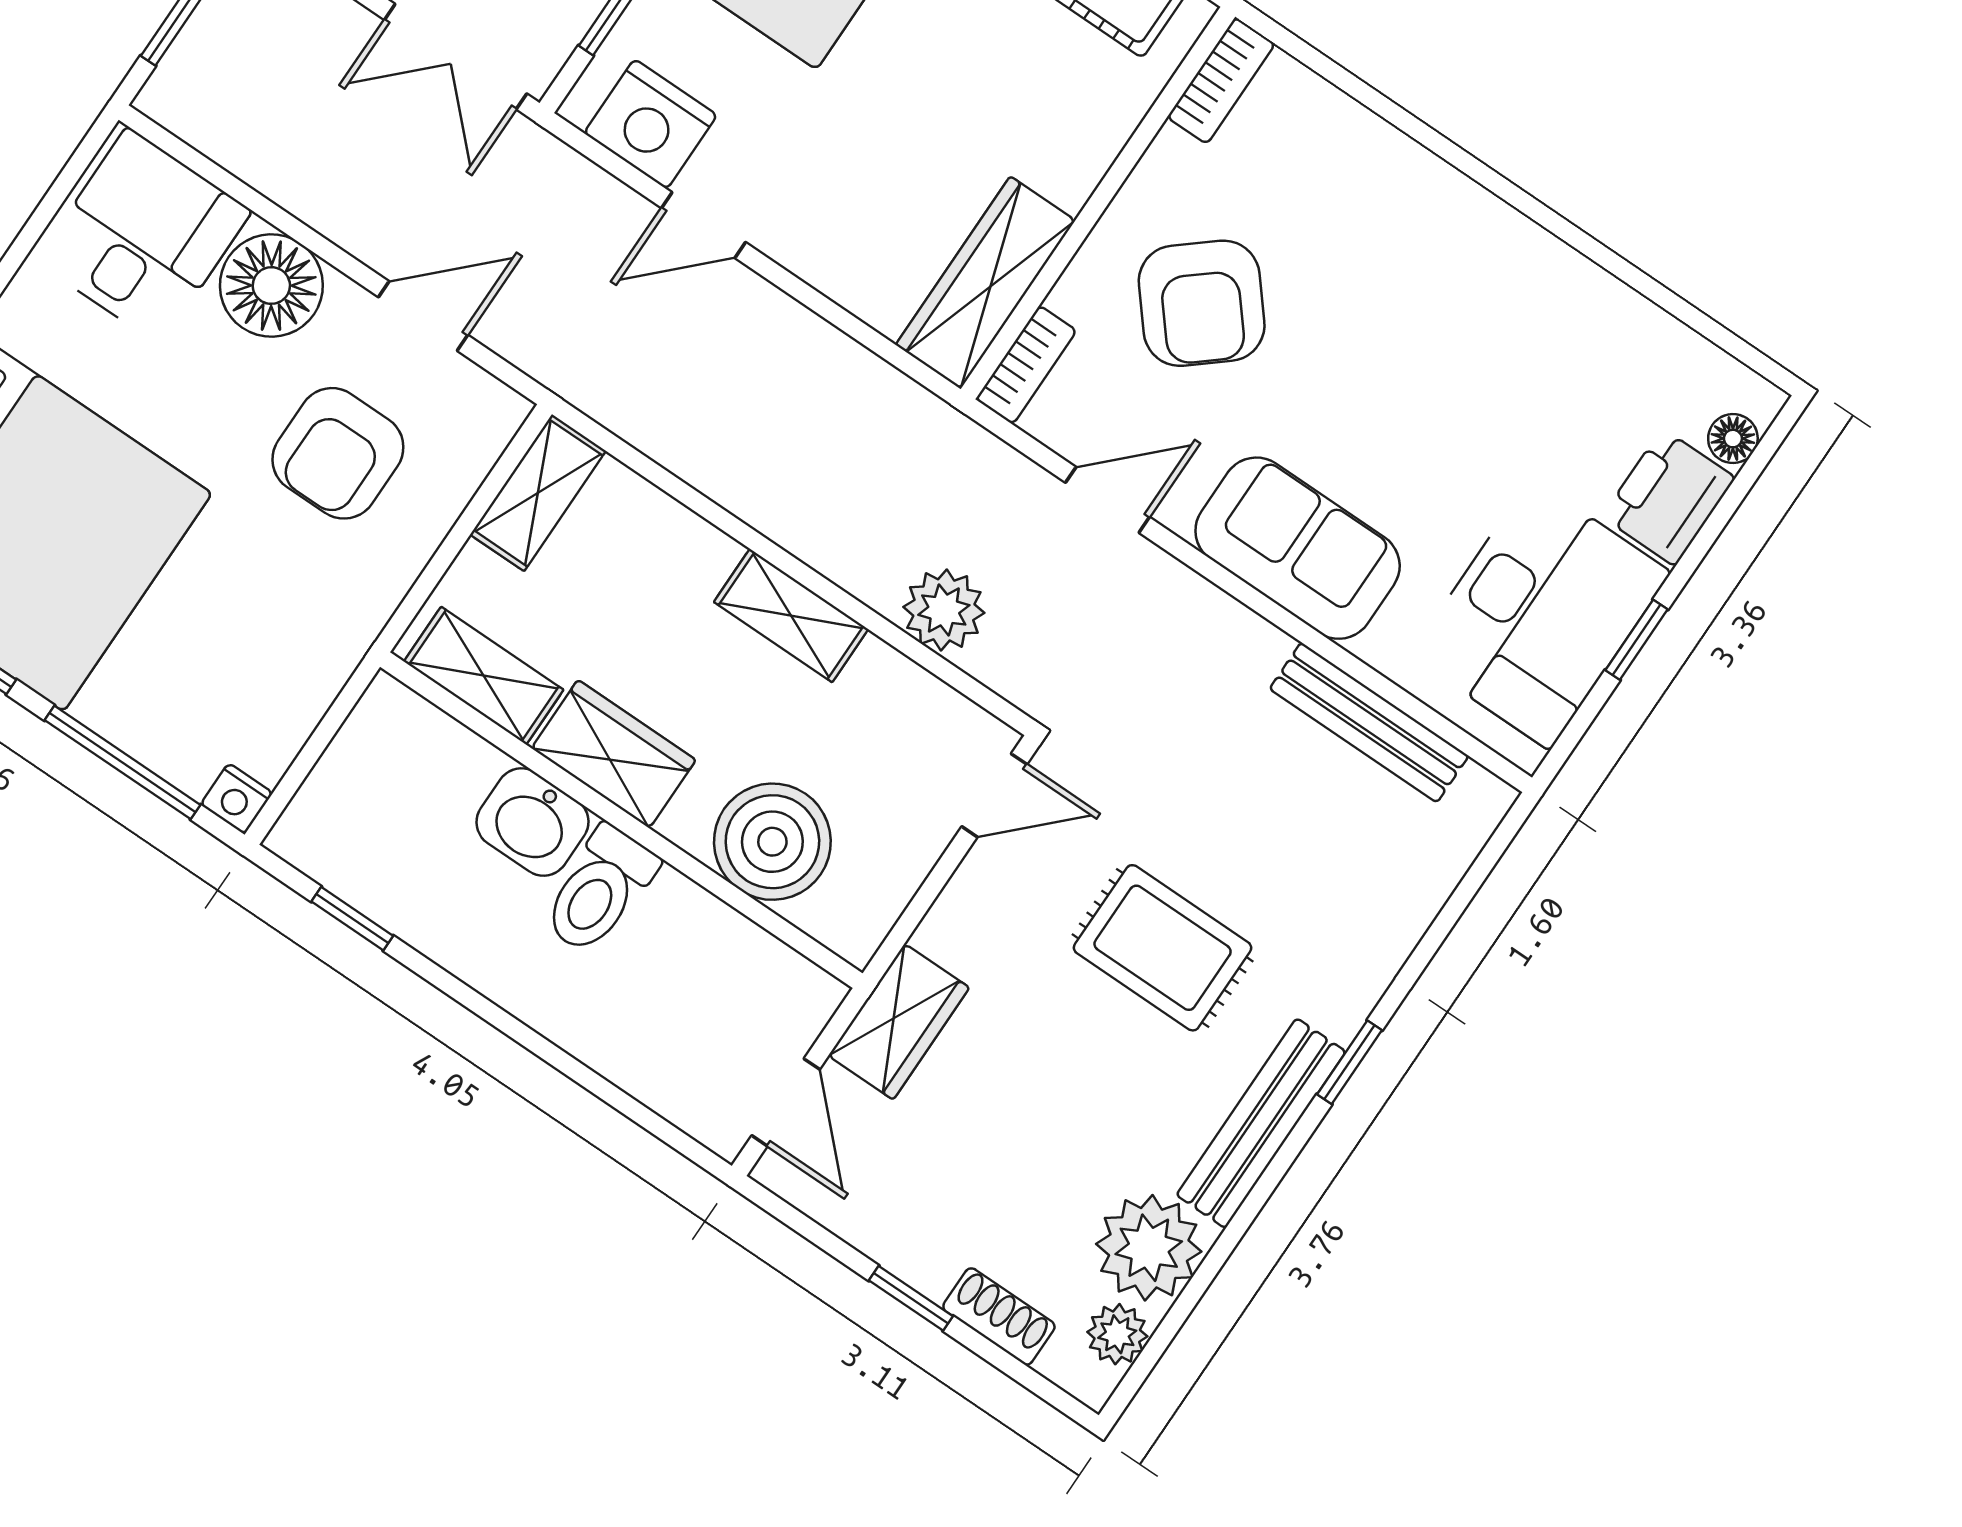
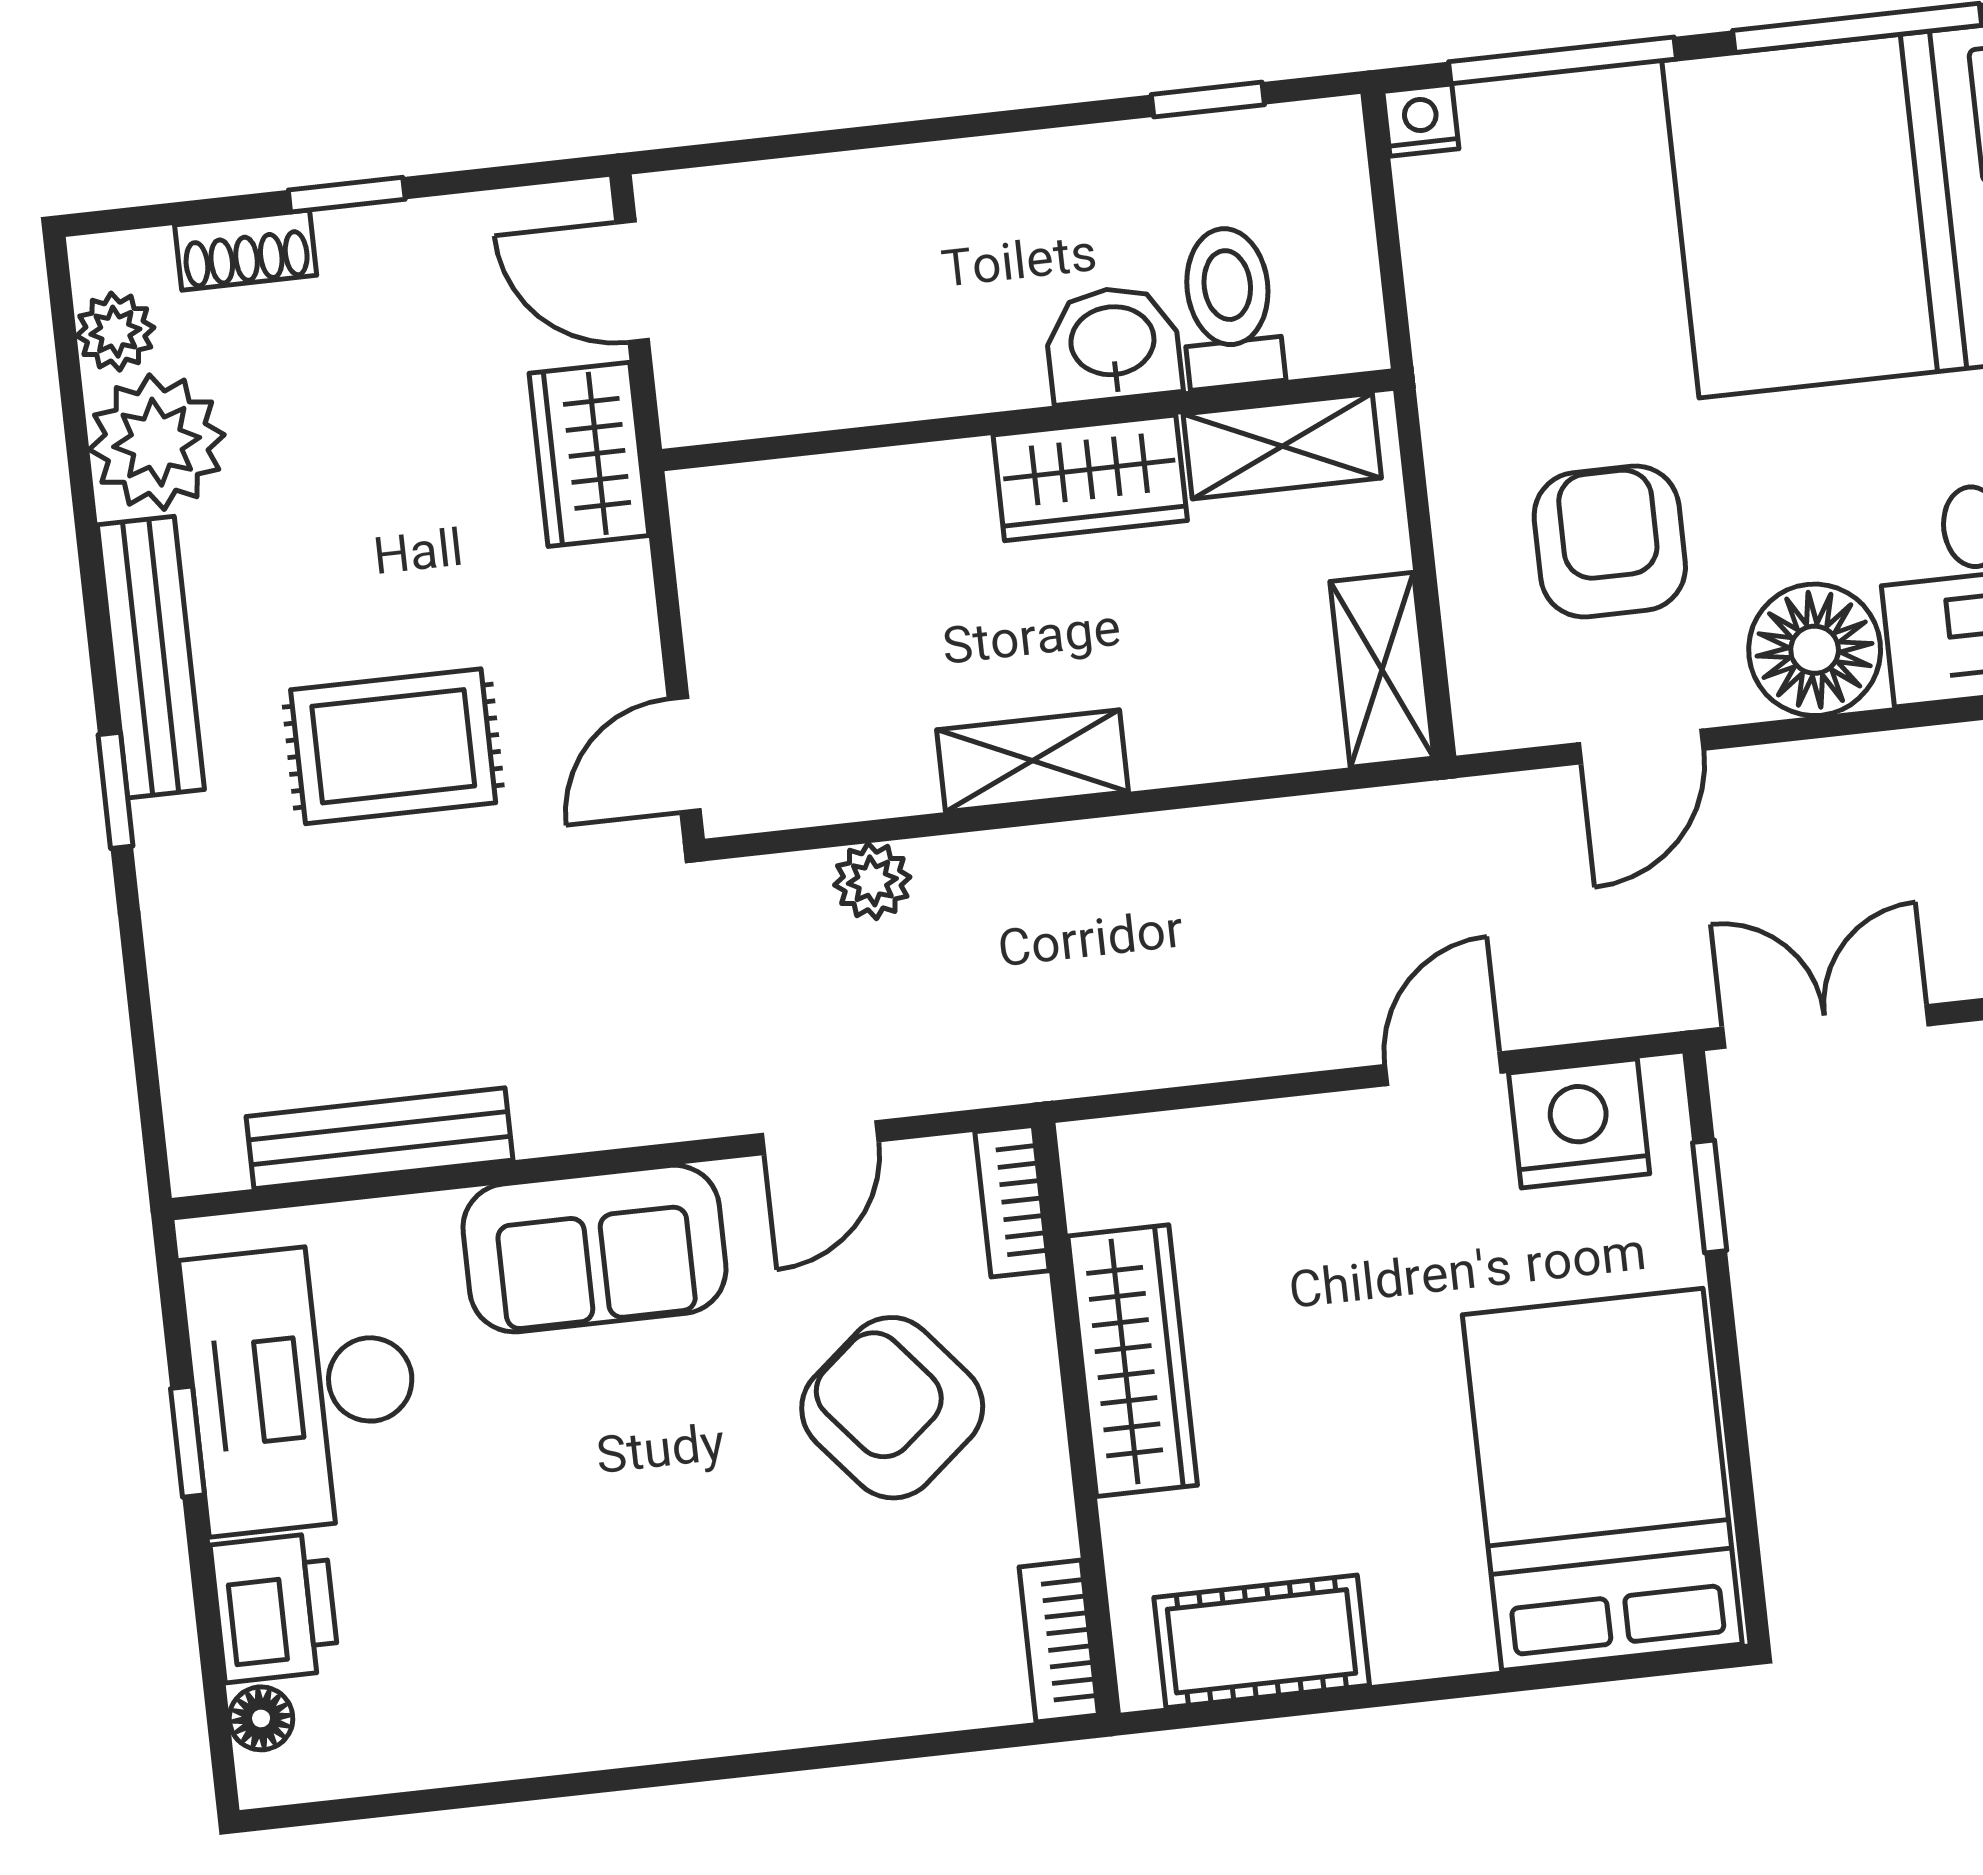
wardrobe: (985, 283) -> (1133, 1361), moved
plant: (944, 610) -> (872, 881), width x0.73, depth x0.73
boiler: (772, 842) -> (862, 525), removed
toilet: (599, 890) -> (1230, 307), moved

